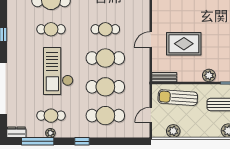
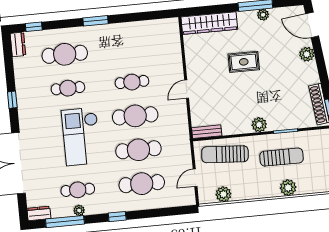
rug: (184, 44) -> (244, 62), moved, width x0.73, depth x0.70

